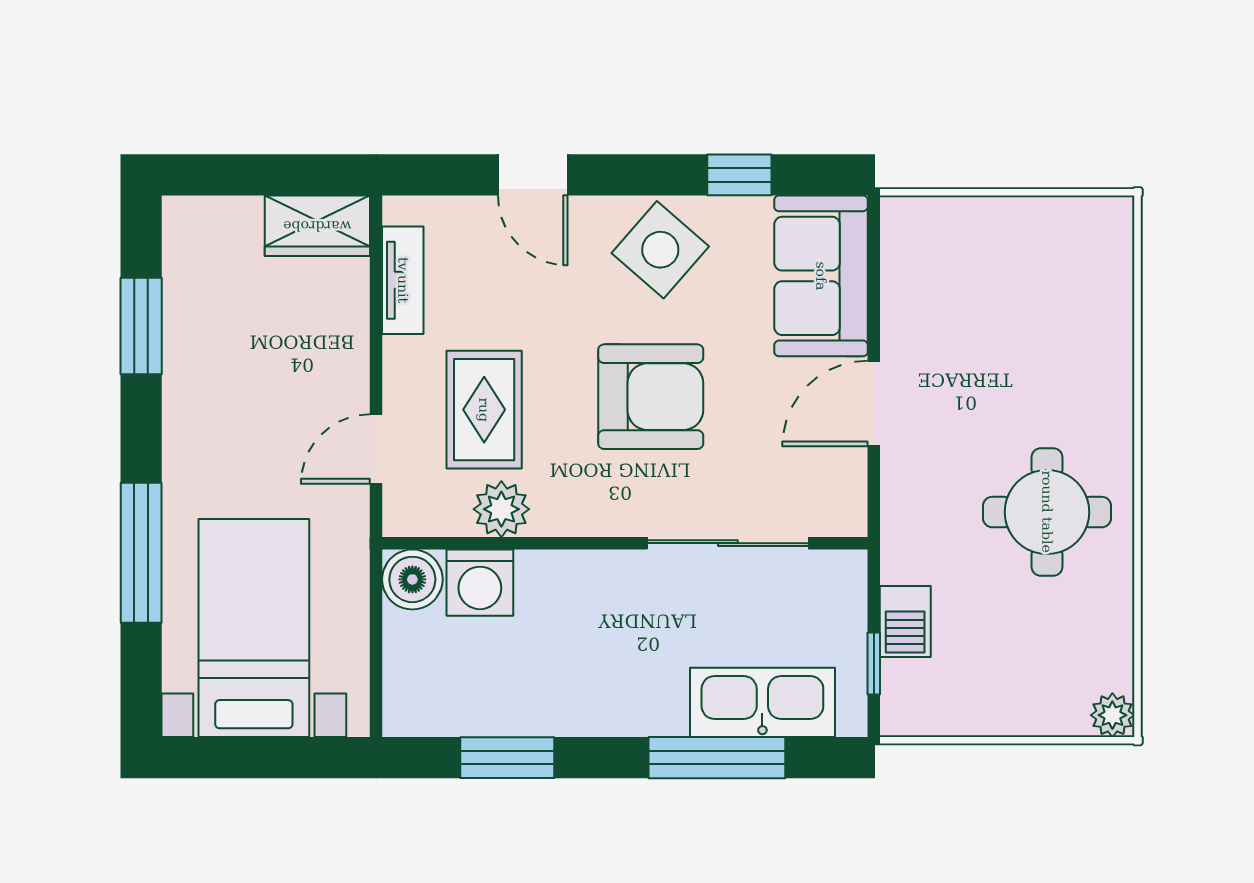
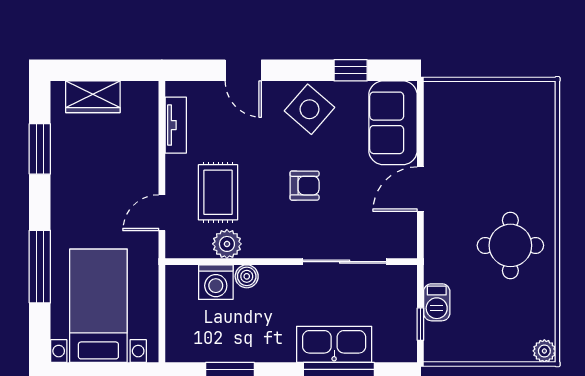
wardrobe: (317, 226) -> (93, 97), moved
armchair: (651, 397) -> (305, 186), width x0.53, depth x0.53
boiler: (412, 579) -> (247, 276), moved, width x0.73, depth x0.73
kitchen sink: (762, 702) -> (334, 344), moved

